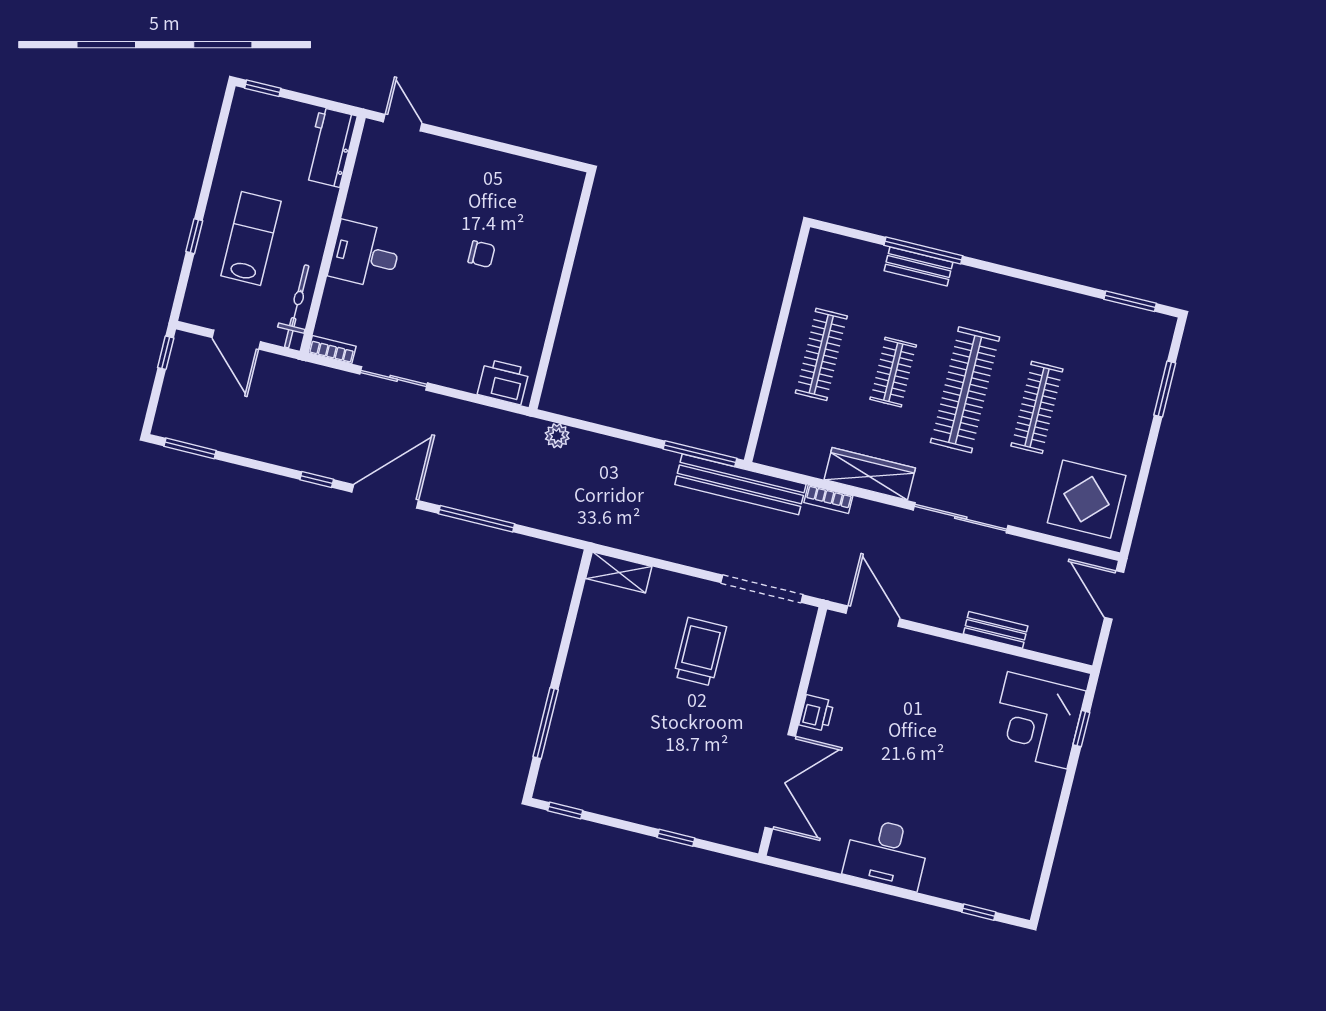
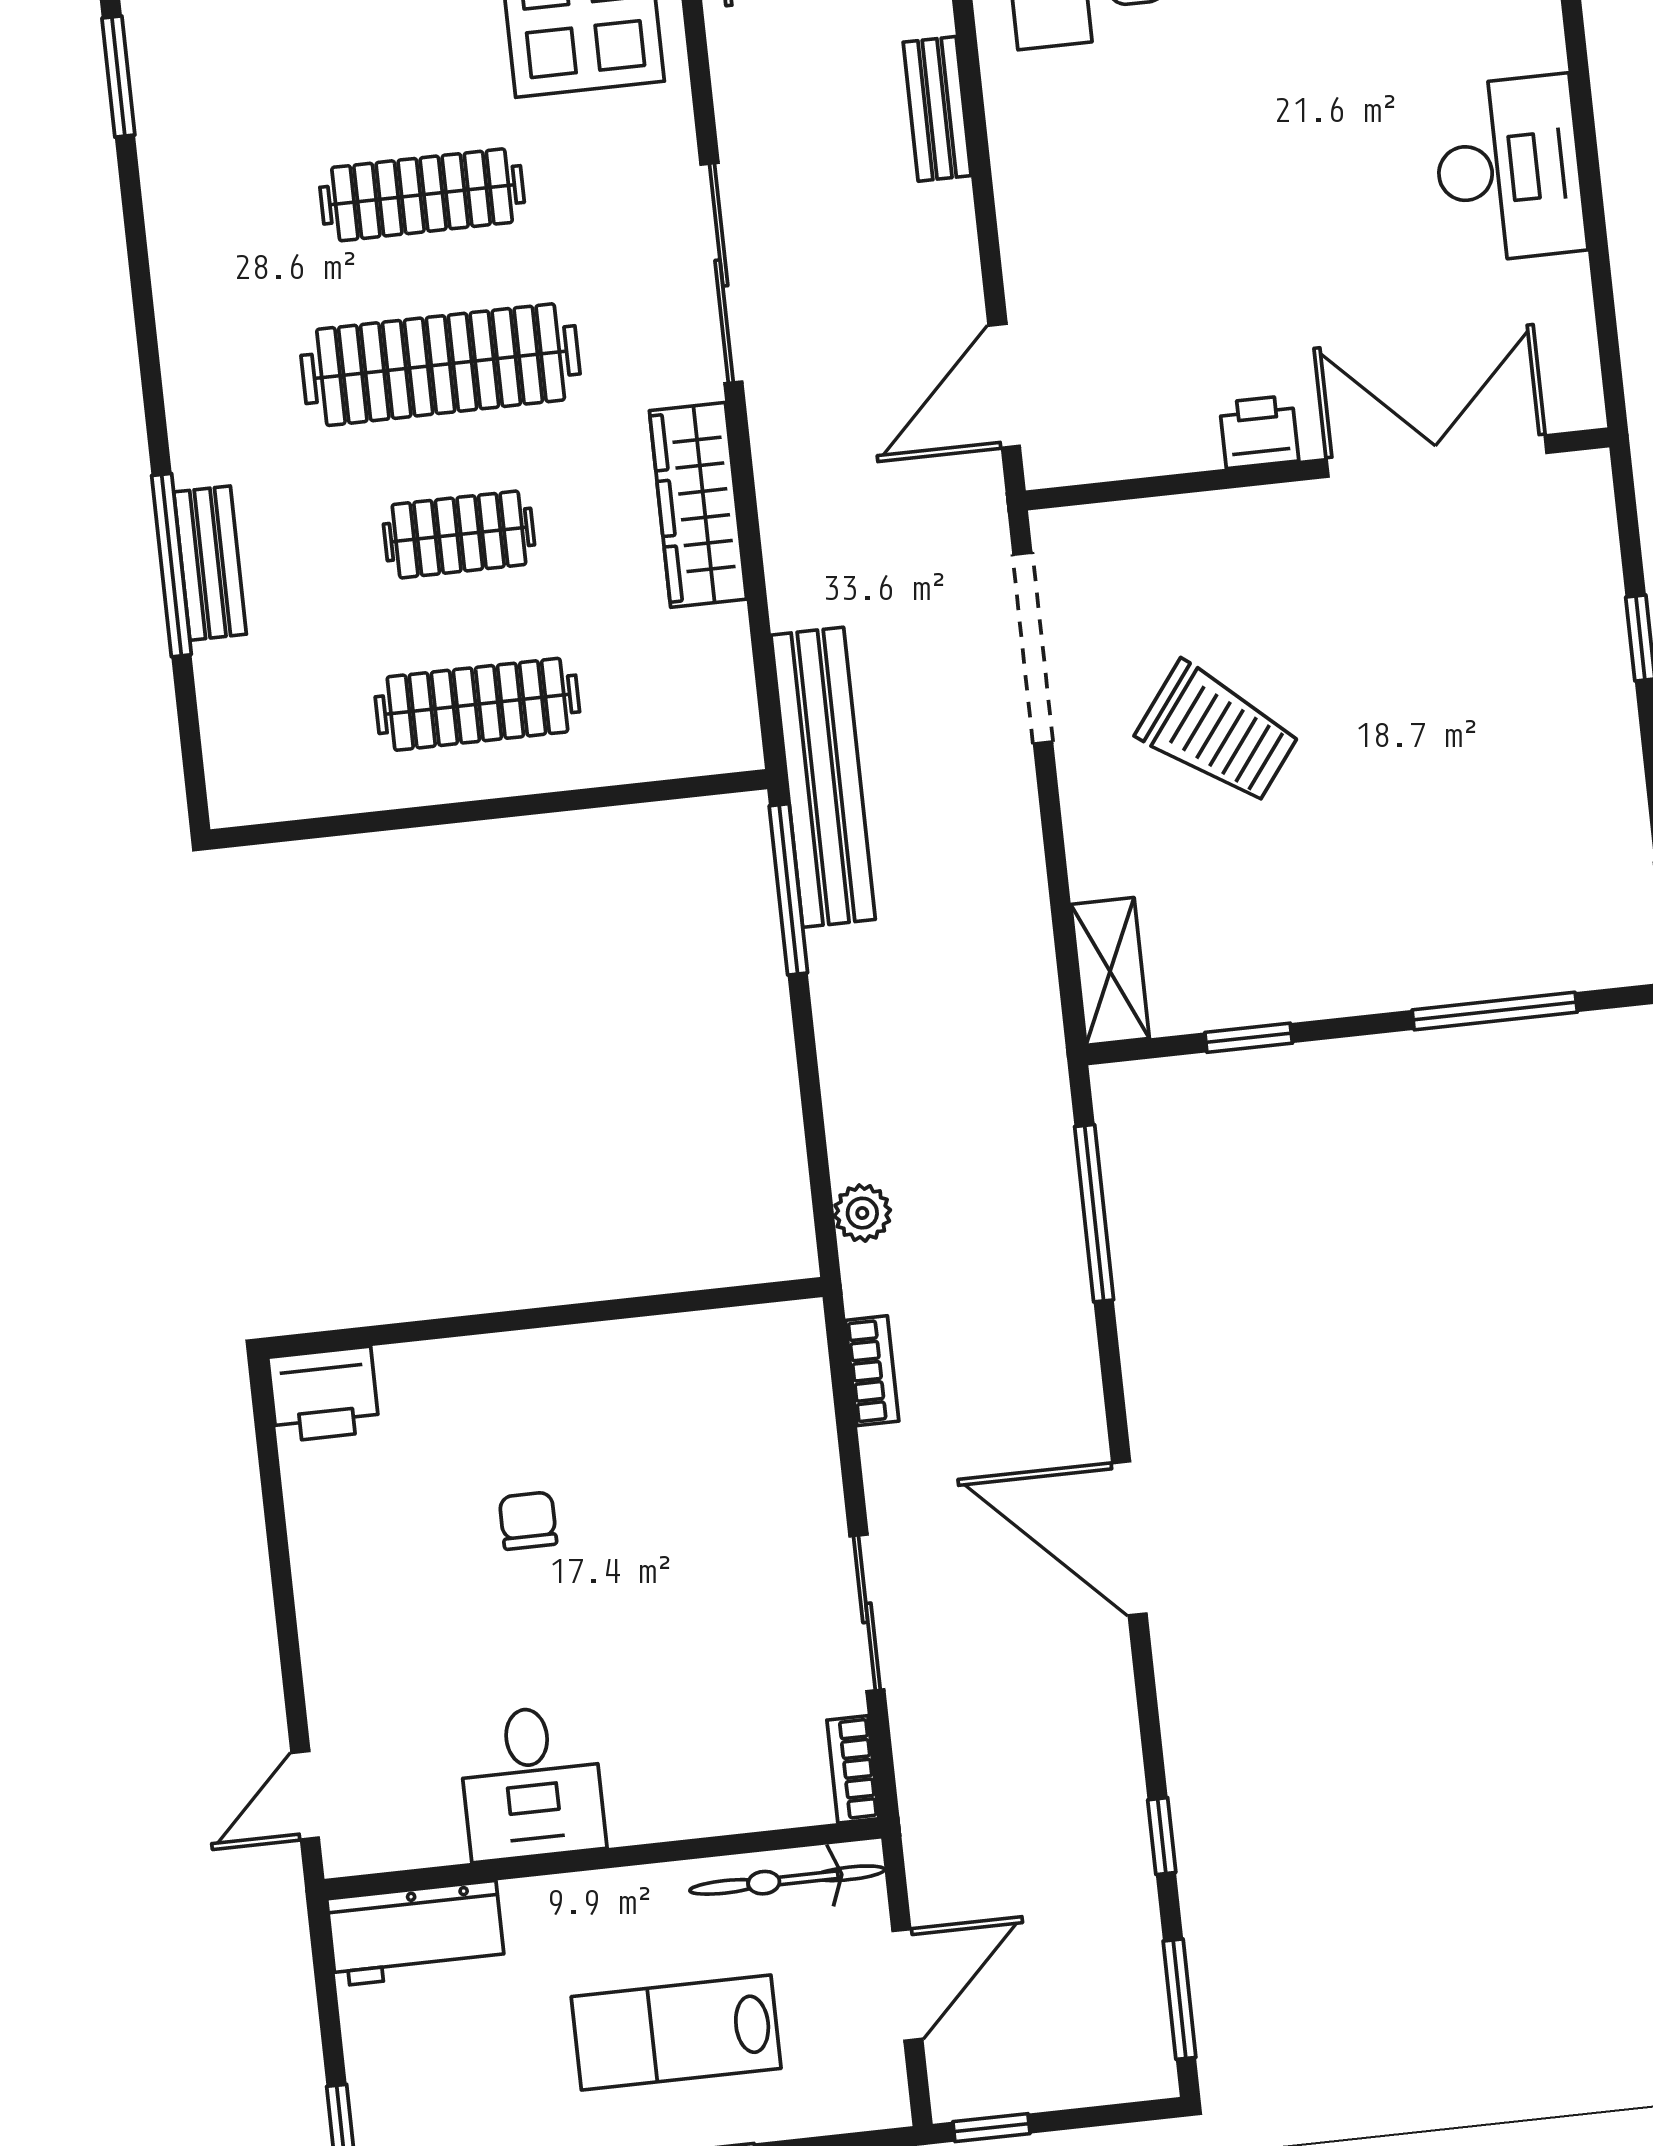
desk: (365, 255) -> (532, 1783), moved
printer: (503, 382) -> (324, 1394), moved, turned -90
window: (317, 479) -> (1162, 1836), moved
bookcase: (828, 499) -> (872, 1371), moved
window: (477, 519) -> (1094, 1213), moved
window: (571, 619) -> (1249, 1038), added
trolley: (700, 652) -> (1218, 733), turned -143

